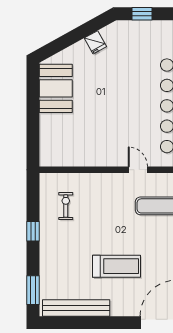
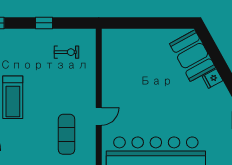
booth: (56, 88) -> (193, 56), moved, turned 61

